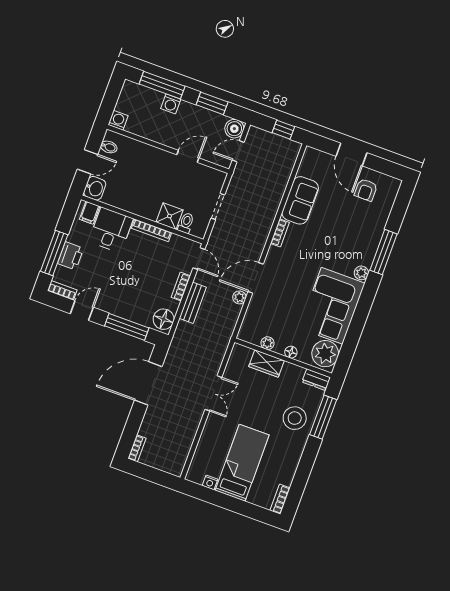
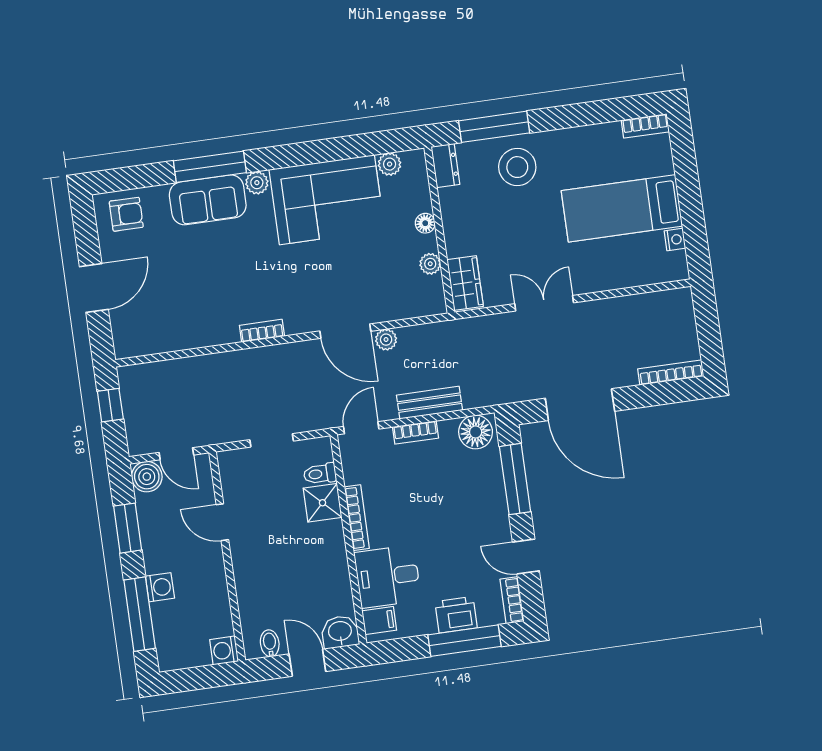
armchair: (366, 190) -> (126, 214), moved
sofa: (300, 200) -> (208, 200), moved, turned 180
plant: (325, 354) -> (390, 164), width x0.53, depth x0.53
wardrobe: (266, 364) -> (465, 283), moved
bookcase: (137, 448) -> (671, 373), width x1.56

